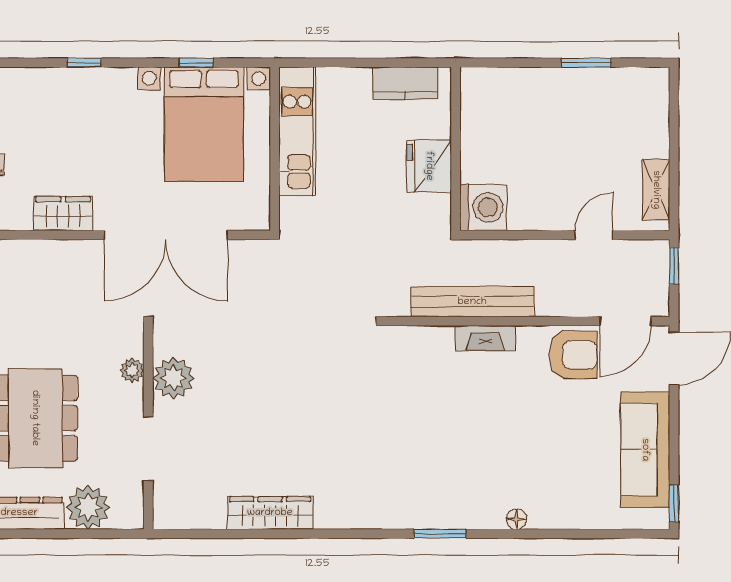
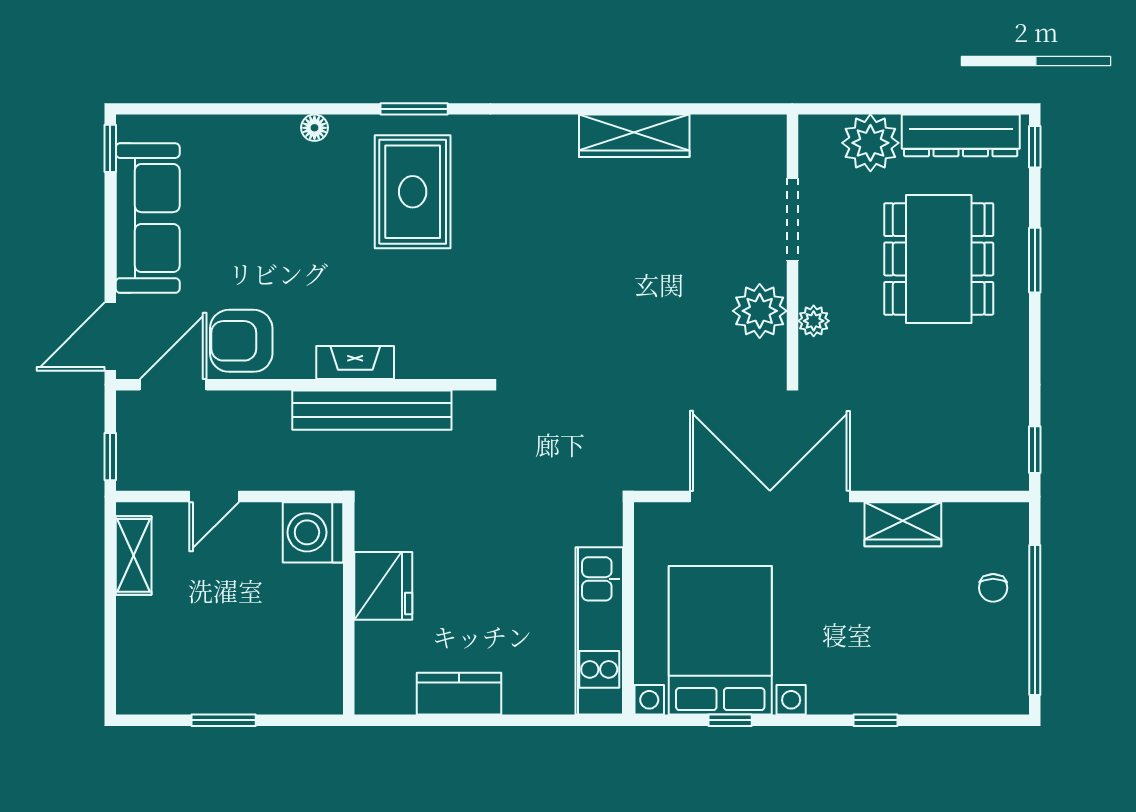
wall: (456, 149) -> (349, 608), moved
fridge: (429, 166) -> (383, 586), moved
washing machine: (483, 207) -> (313, 532), moved
rug: (441, 470) -> (413, 192), added

